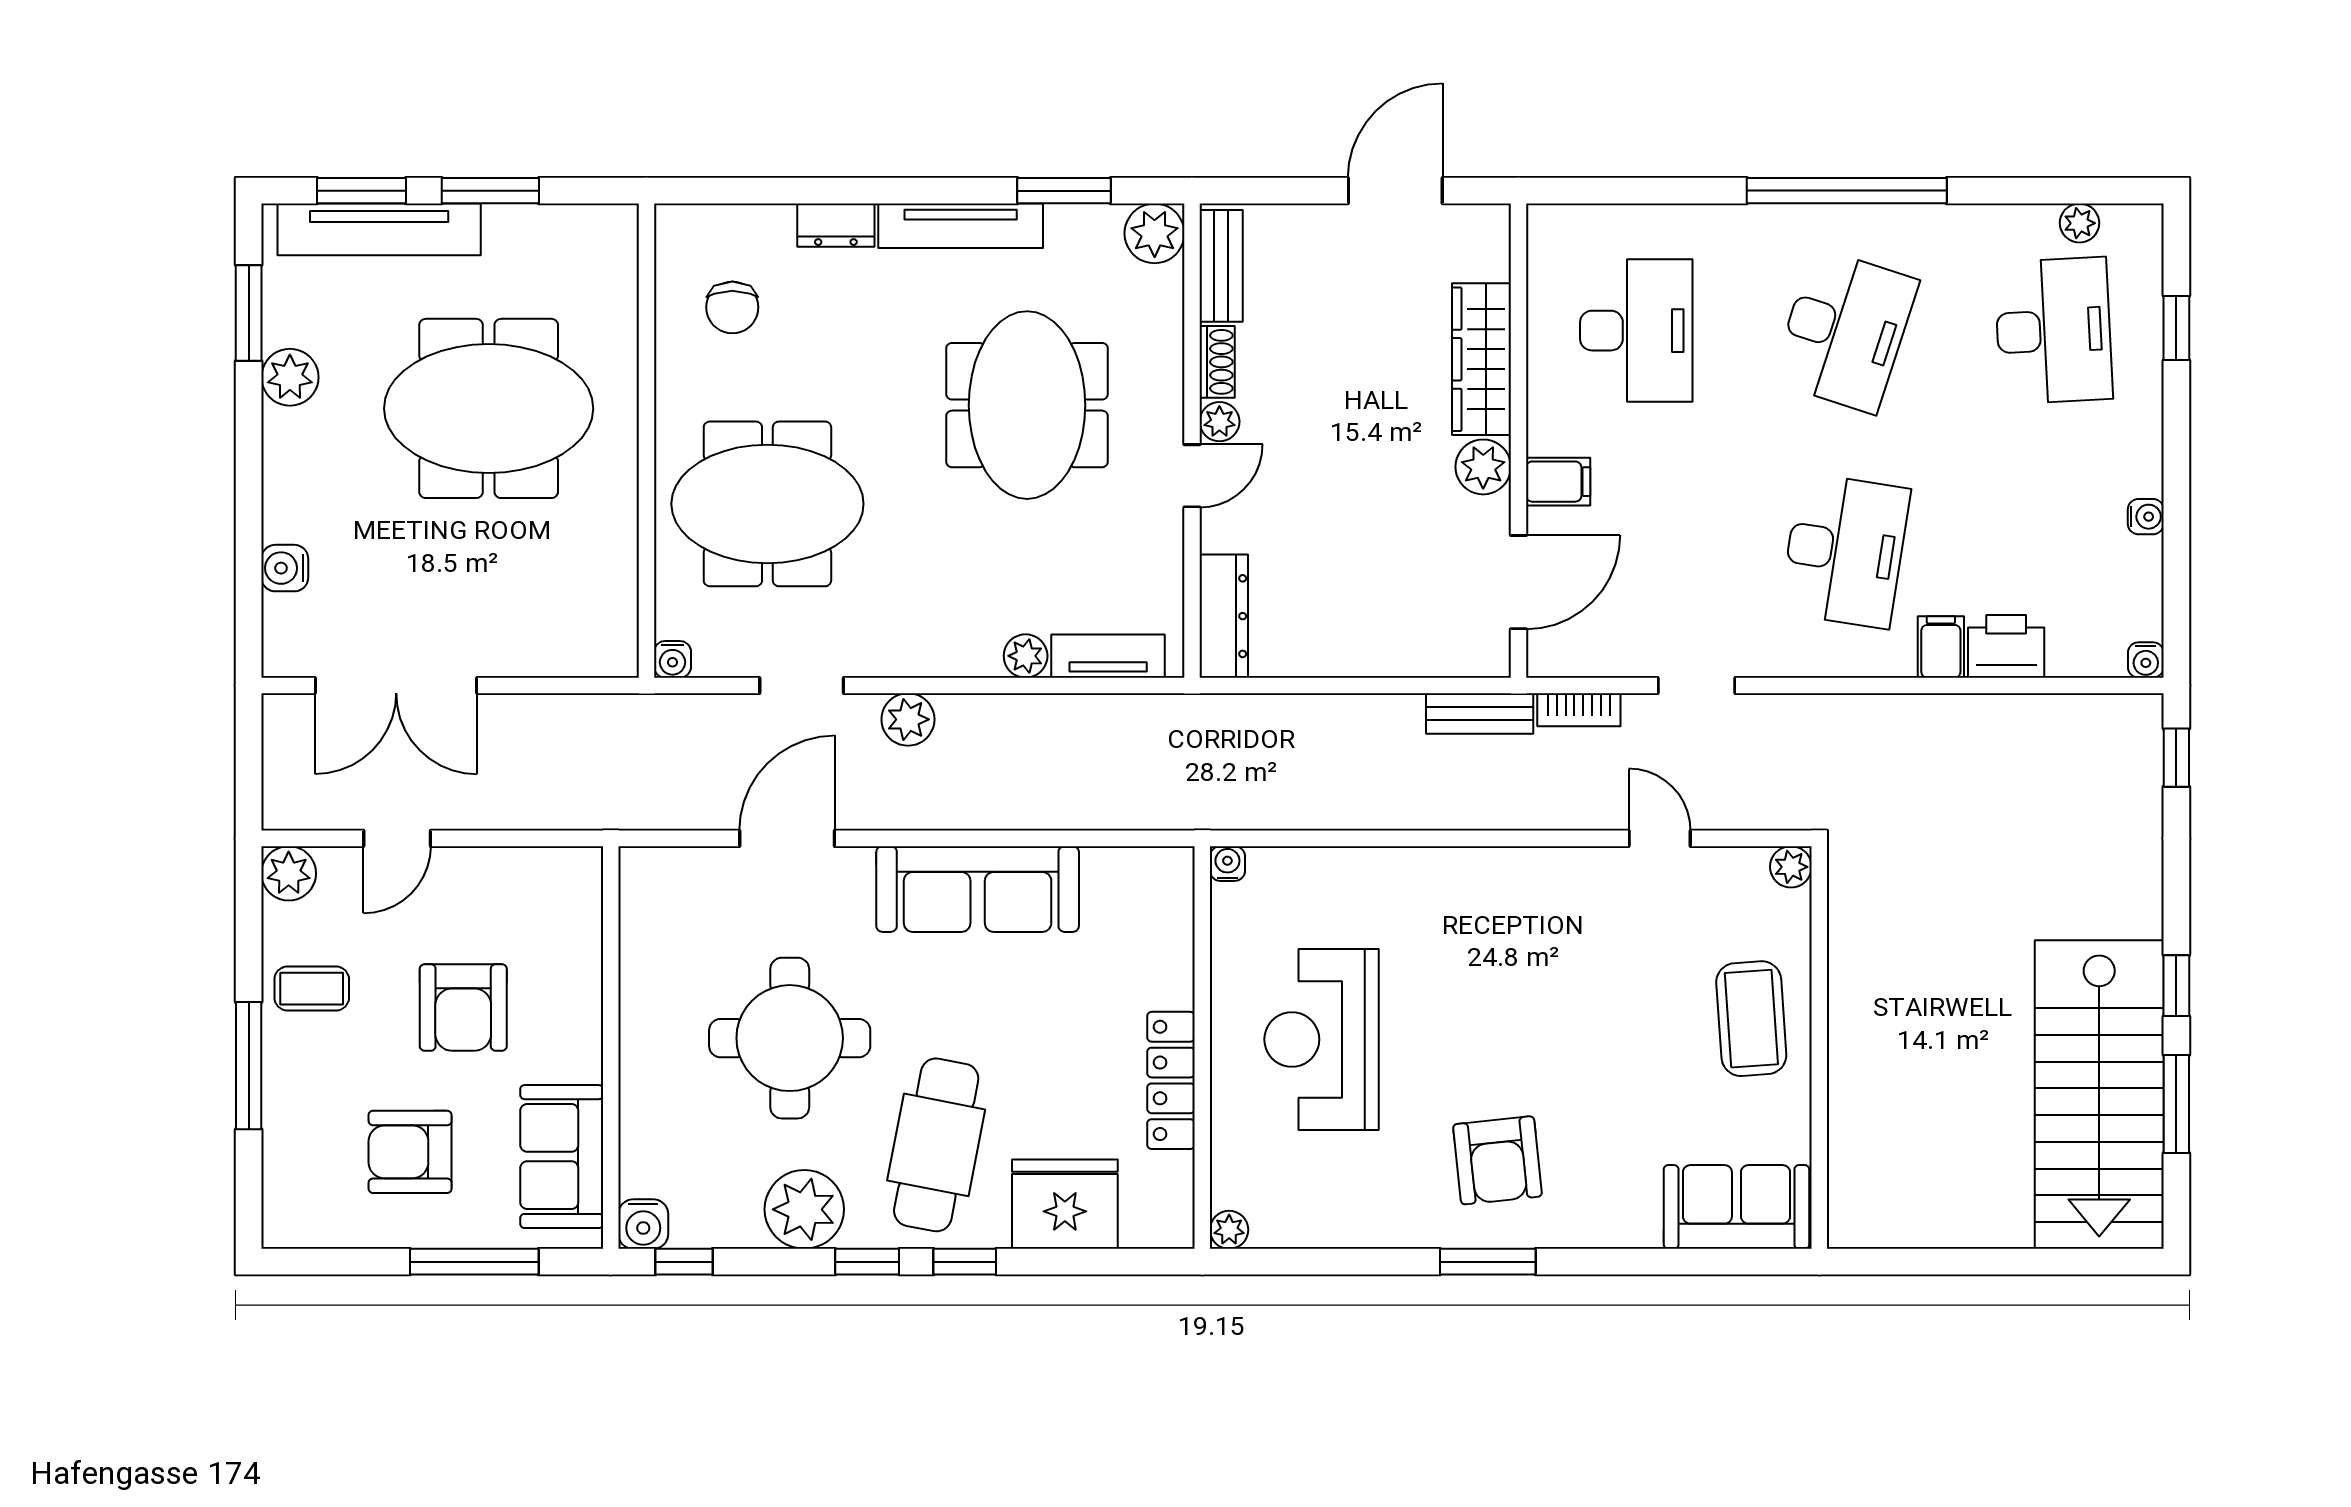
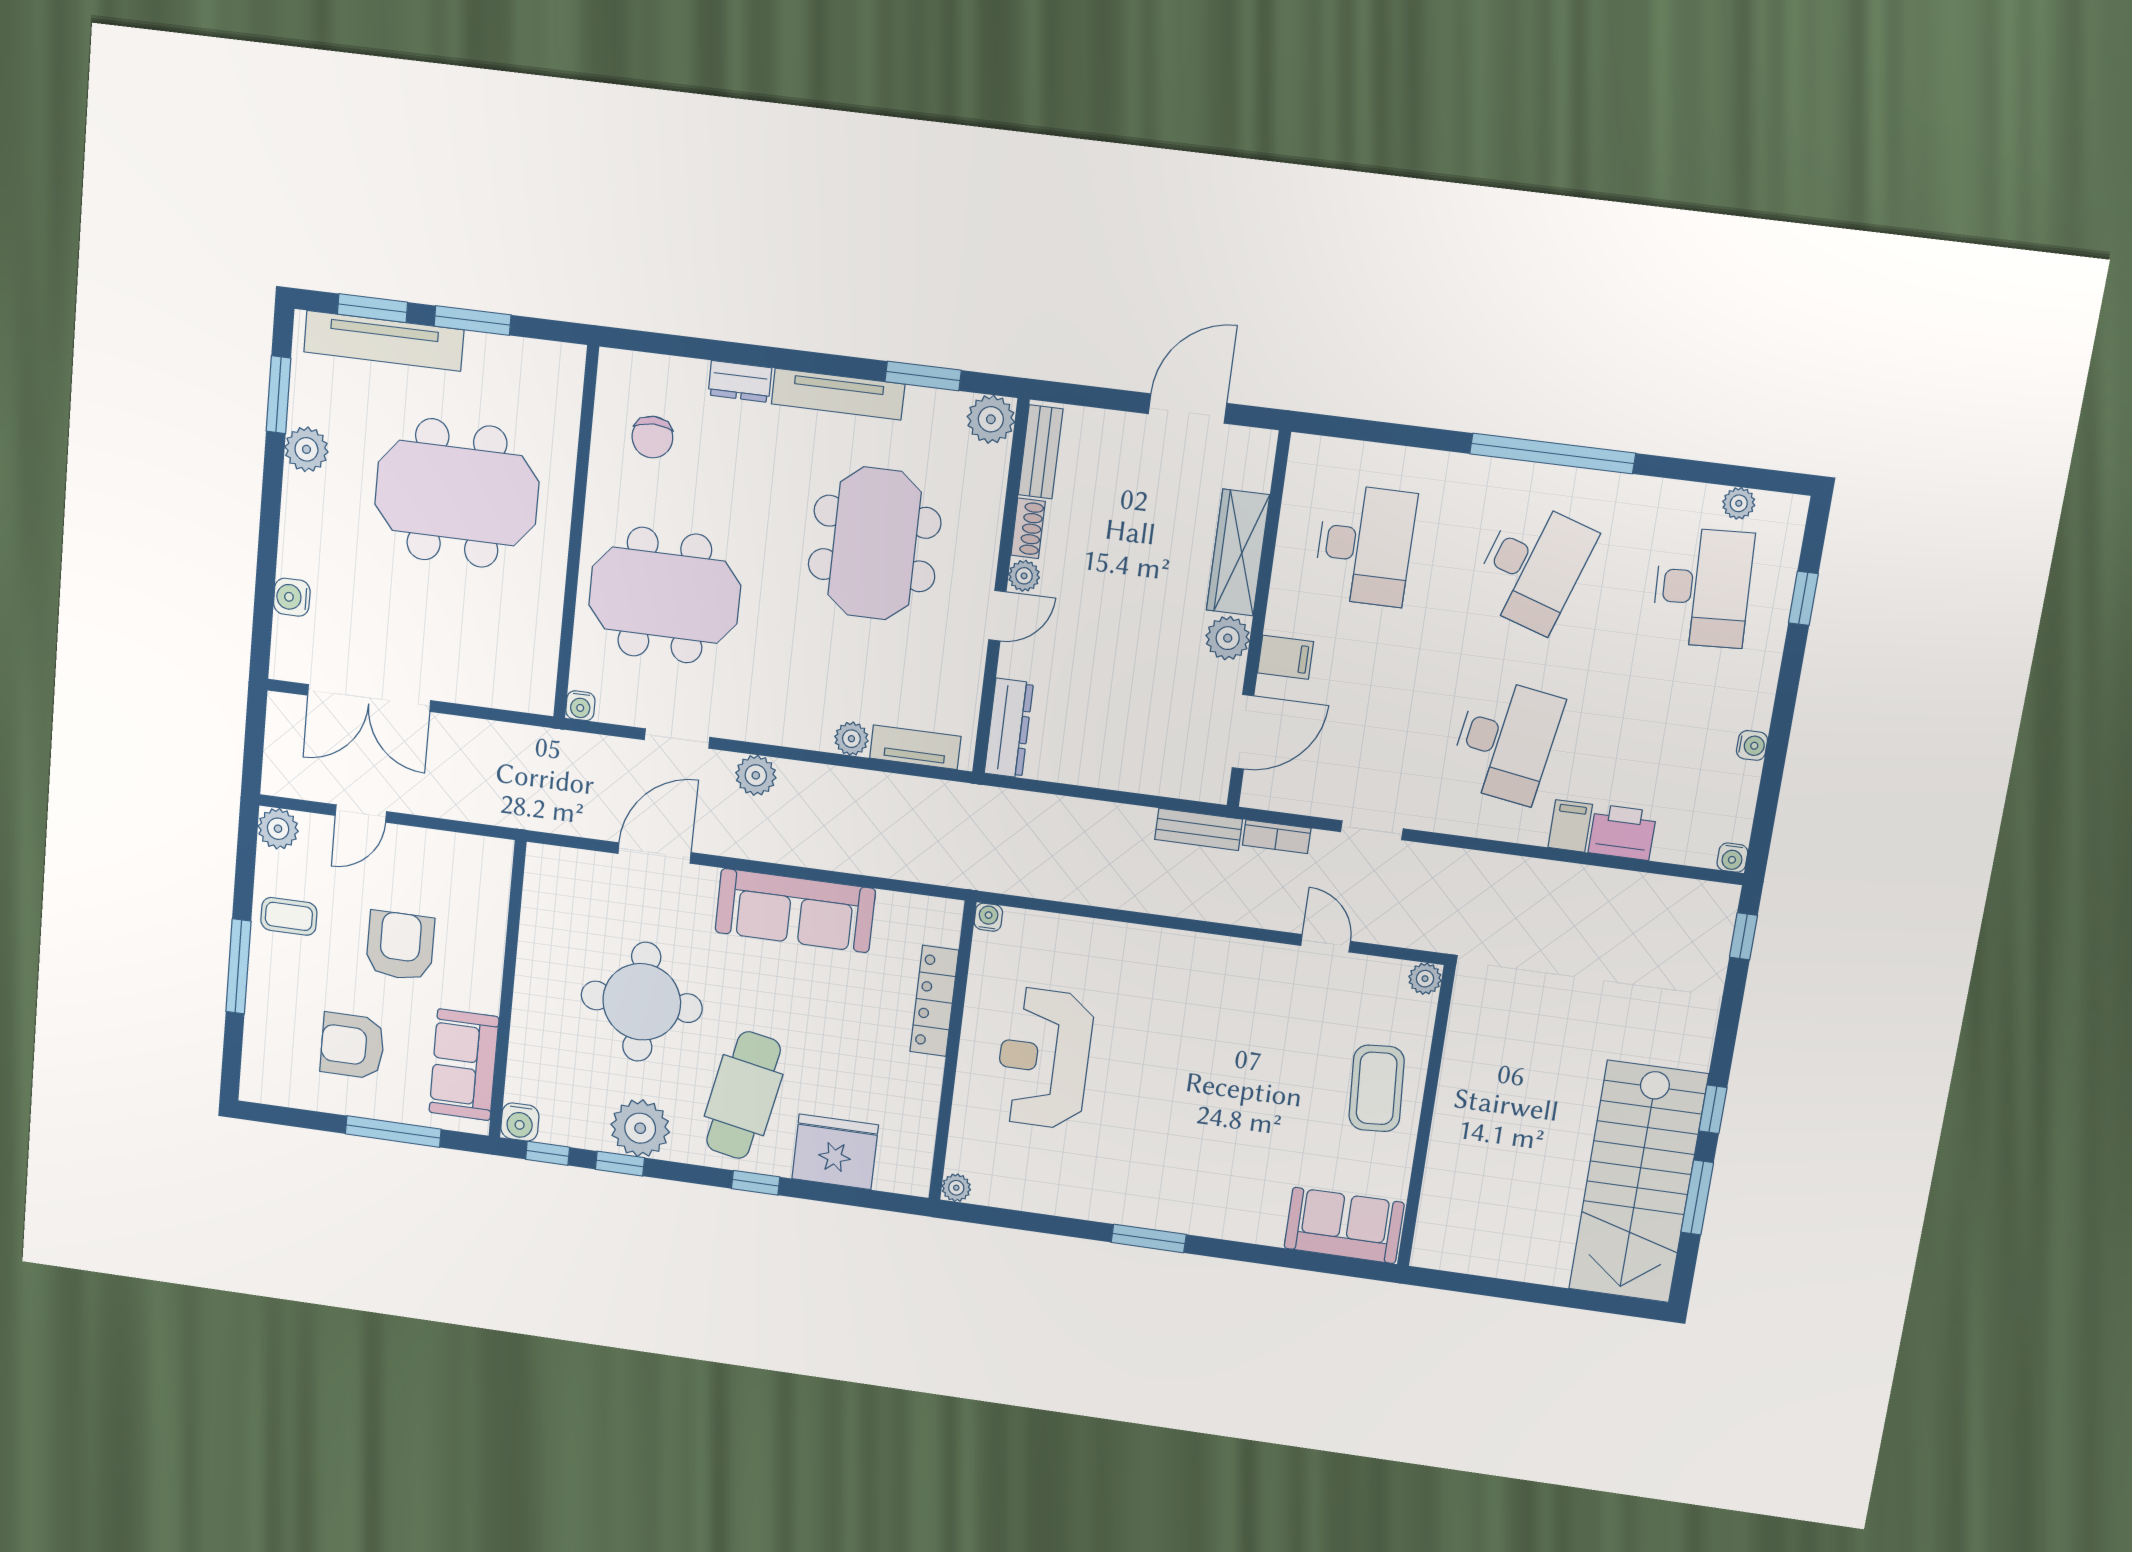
armchair: (463, 1007) -> (400, 946), turned 180
locker: (1171, 1080) -> (934, 1001), moved
armchair: (1498, 1160) -> (1166, 1166), removed
window: (867, 1262) -> (620, 1164), moved

